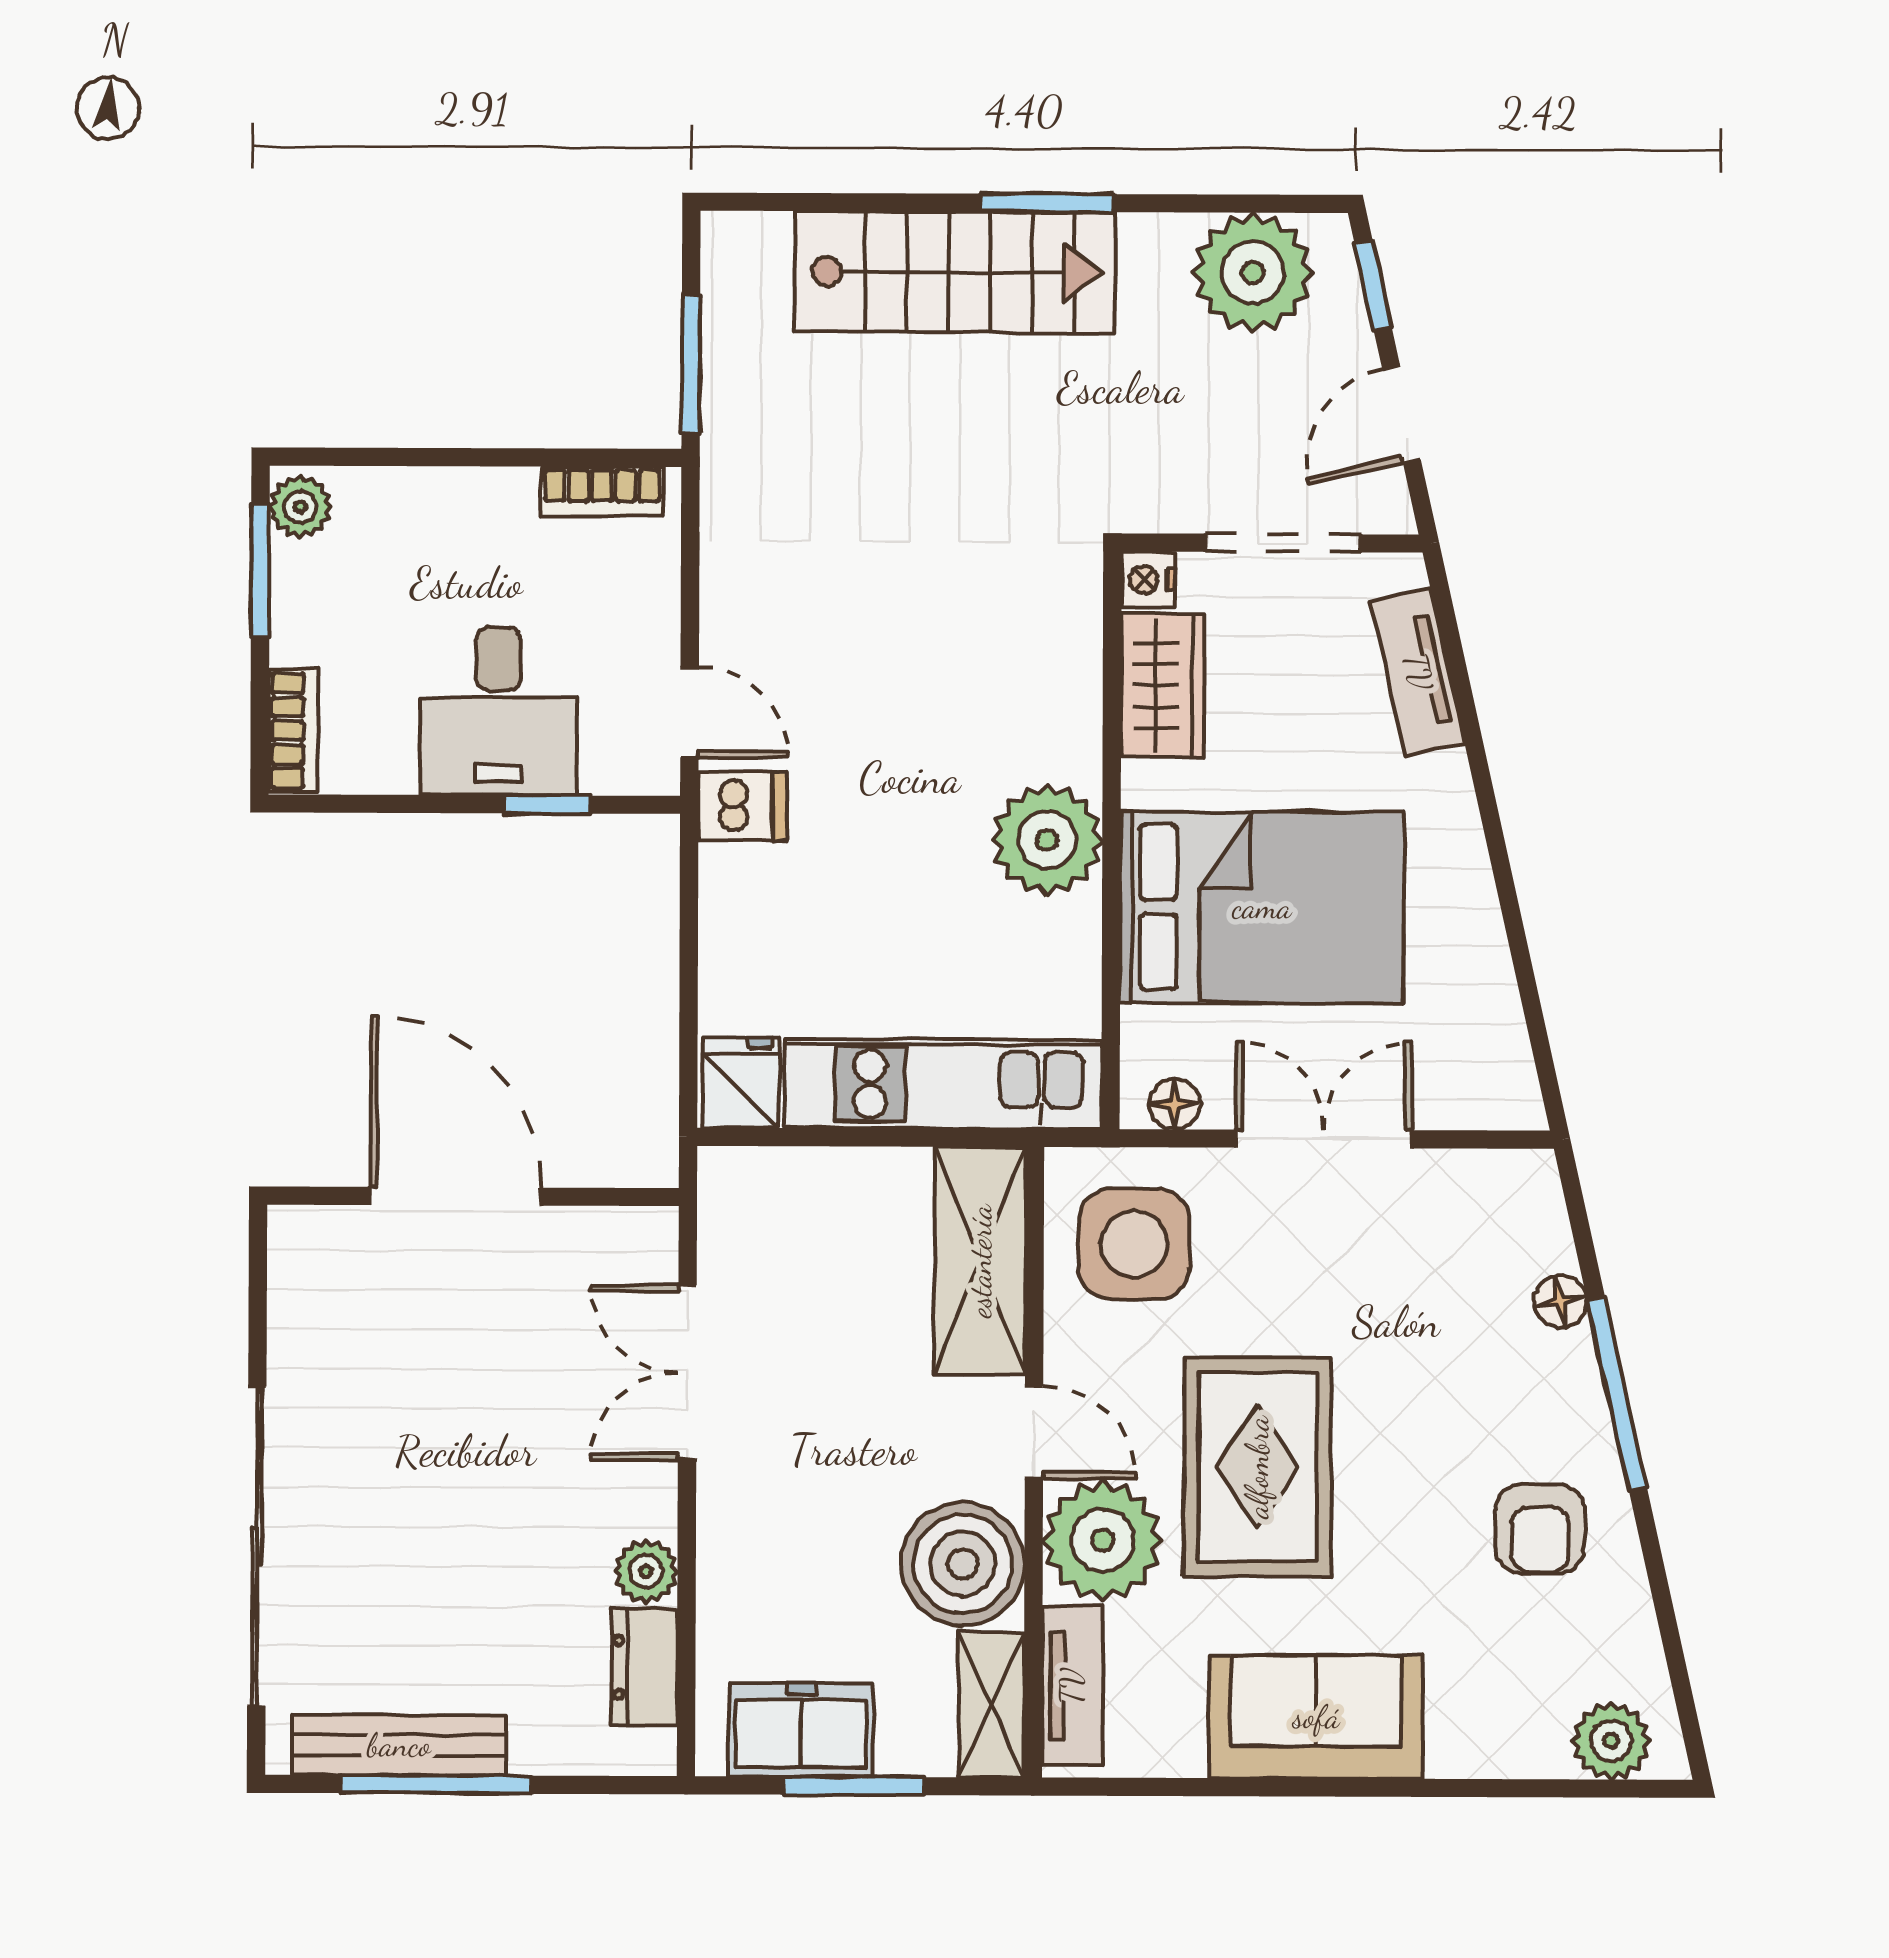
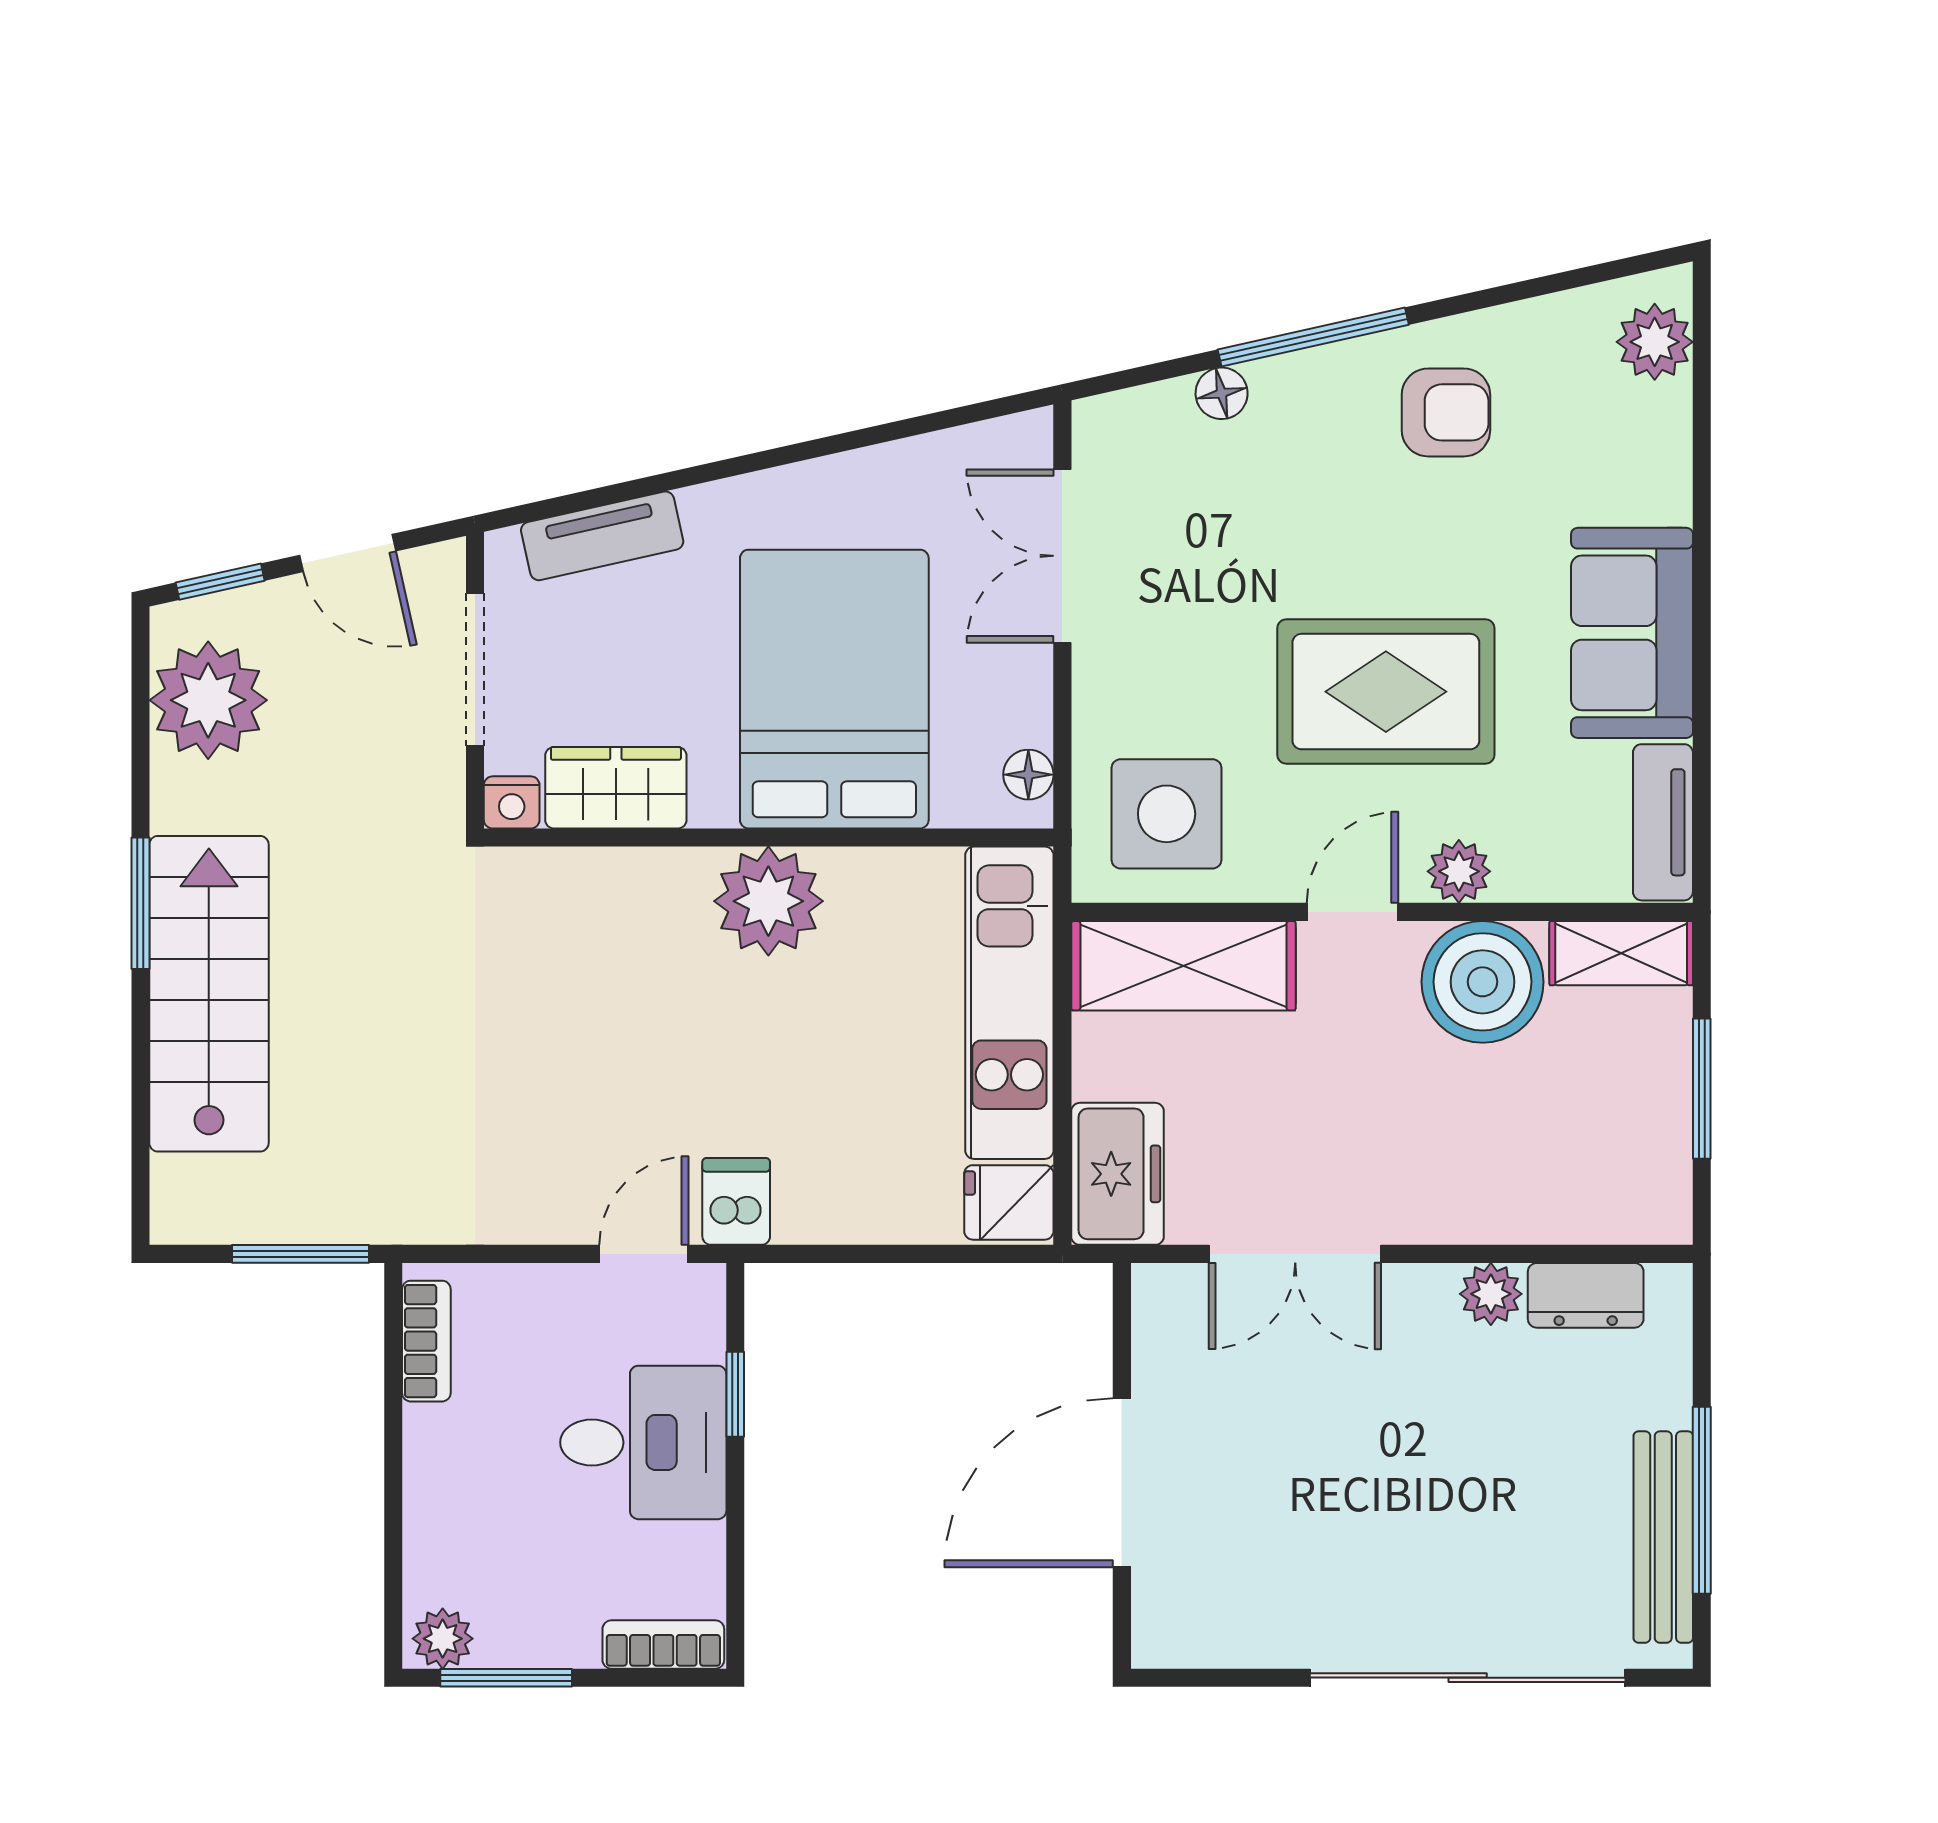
double door: (1324, 1139) -> (1062, 556), moved
plant: (1103, 1540) -> (1459, 871), width x0.53, depth x0.53
tv unit: (1072, 1686) -> (1663, 822), moved, turned -90
freezer: (801, 1730) -> (1118, 1174), moved, turned 180

